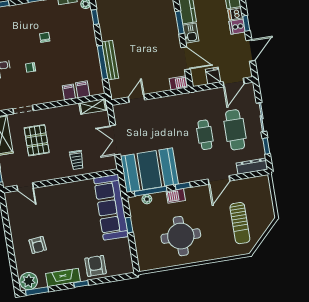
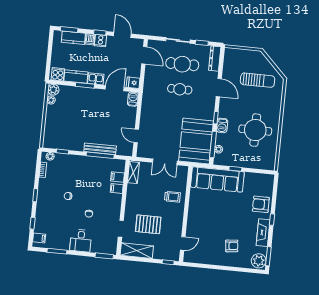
fridge: (213, 76) -> (133, 83), moved

